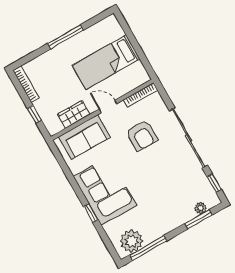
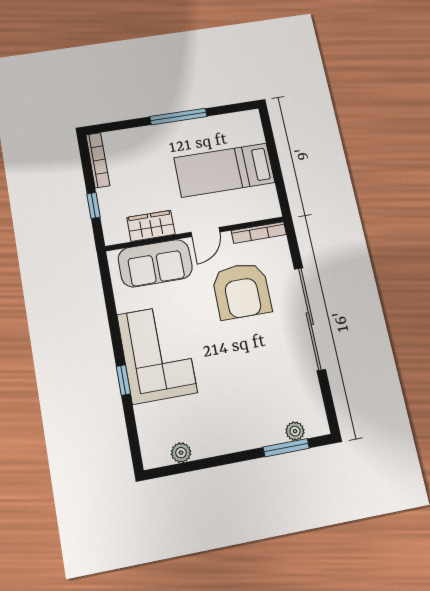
door: (108, 106) -> (205, 232), swing flipped
armchair: (142, 135) -> (242, 291), width x1.36, depth x1.36
window: (214, 183) -> (328, 400), removed
plant: (132, 241) -> (181, 453), width x0.53, depth x0.53
window: (148, 248) -> (193, 466), removed

